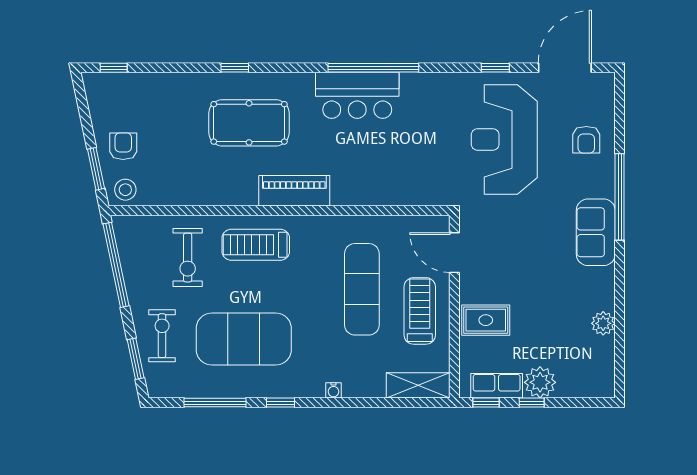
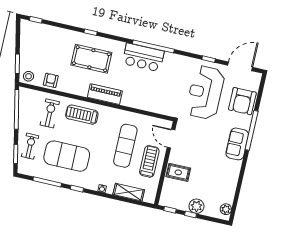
armchair: (586, 140) -> (242, 101), width x1.88, depth x1.88
armchair: (123, 146) -> (51, 80), moved
exercise bike: (188, 258) -> (50, 113), turned 180
plant: (603, 323) -> (226, 209), moved
shelving: (418, 385) -> (129, 192), moved
row of seats: (497, 386) -> (176, 203), removed

